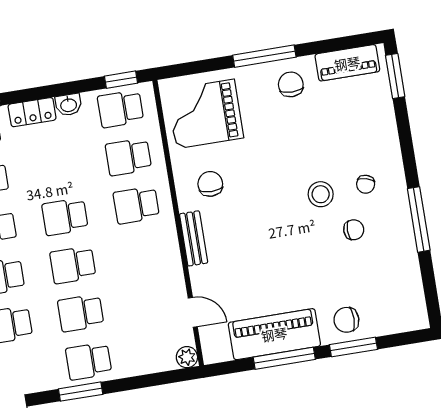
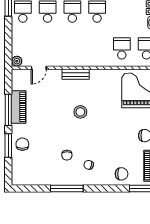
chair: (210, 184) -> (122, 174), moved
stool: (321, 194) -> (80, 112), moved
school desk: (136, 205) -> (97, 48), removed
piano: (274, 334) -> (19, 107), width x0.73, depth x0.75

